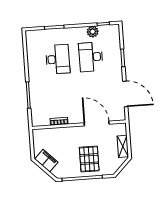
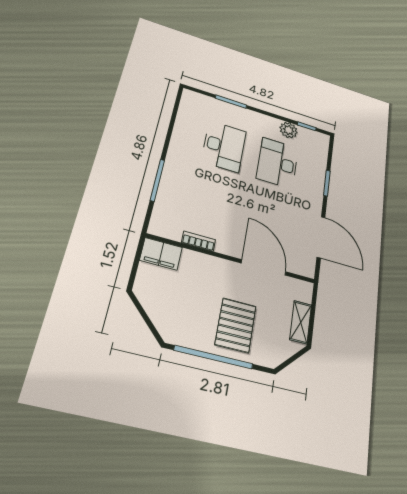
filing cabinet: (46, 161) -> (161, 254), moved, turned 135

